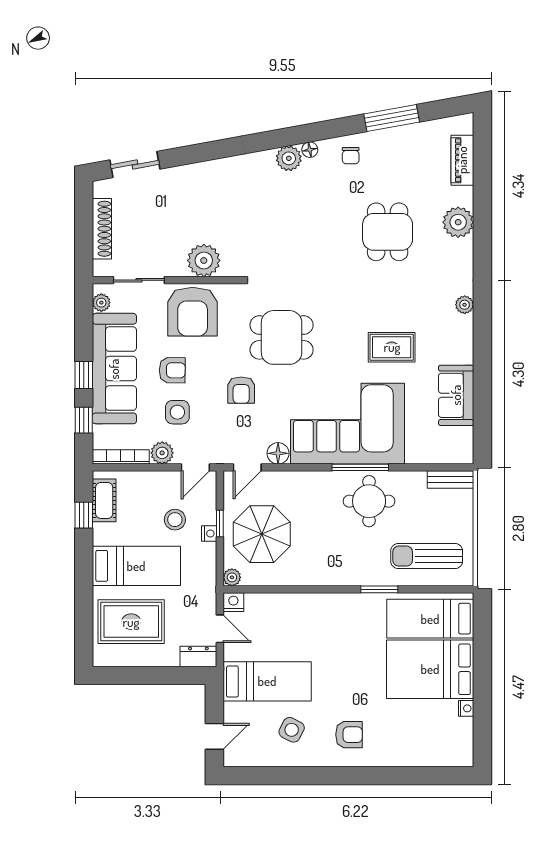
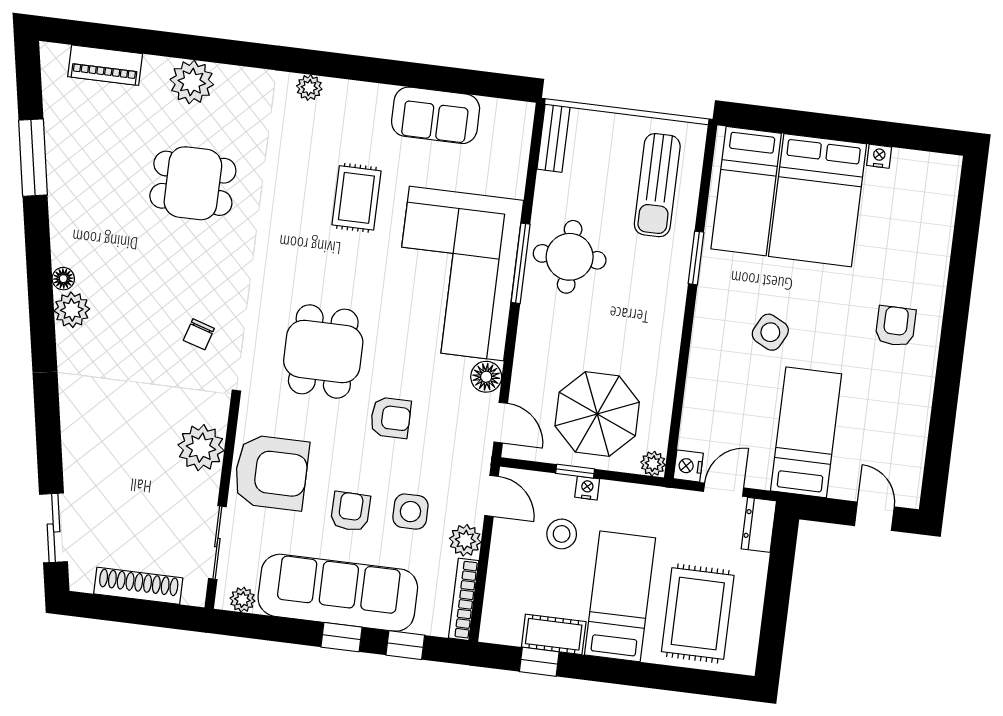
chair: (351, 156) -> (199, 334), moved, turned 107
cot: (104, 500) -> (554, 634), moved
side table: (292, 730) -> (770, 332), moved

